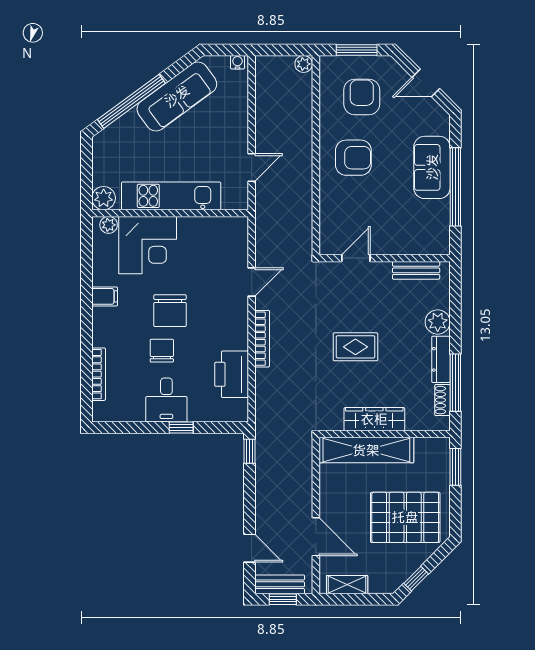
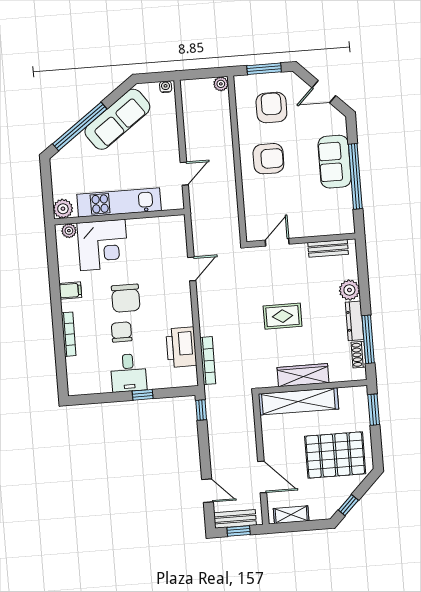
bookcase: (262, 339) -> (208, 361), moved
bookcase: (99, 374) -> (69, 334), moved

